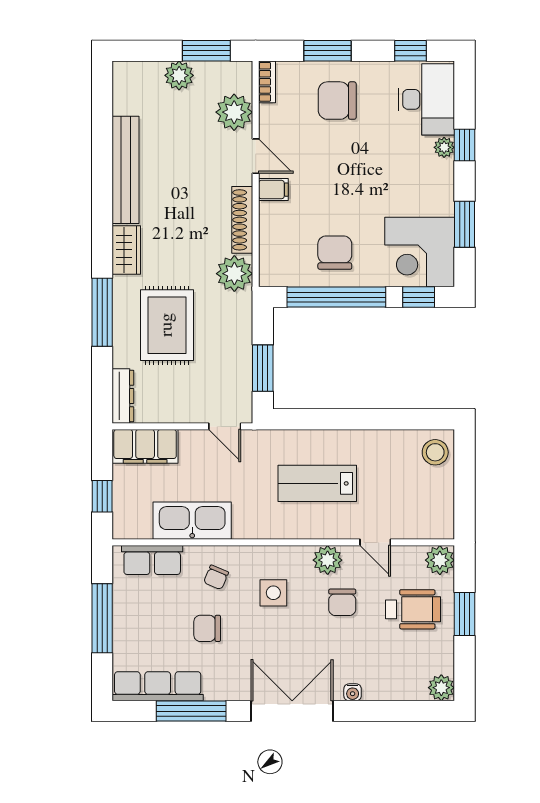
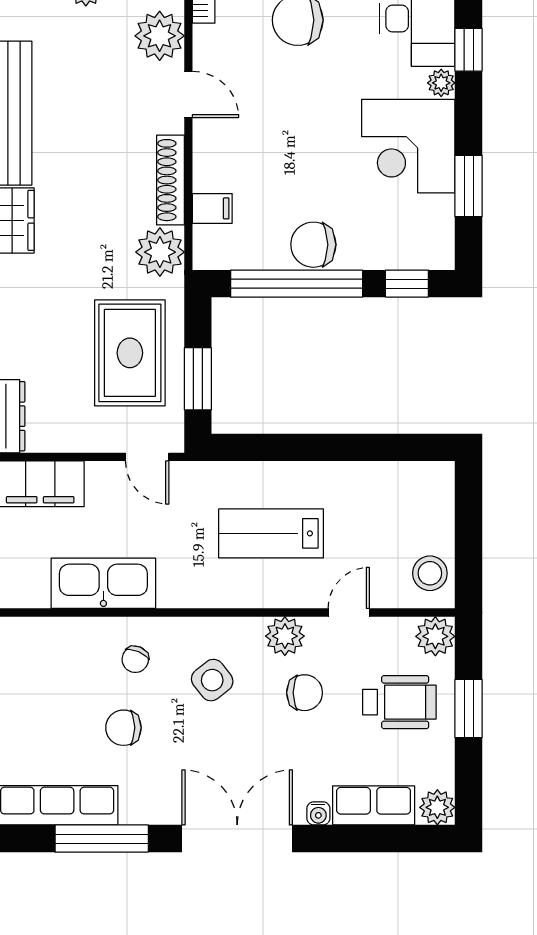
window: (465, 145) -> (469, 50), moved
filing cabinet: (273, 190) -> (212, 208), moved
corner desk: (420, 252) -> (408, 146), moved
chair: (335, 253) -> (313, 245), moved, turned -90
rug: (167, 325) -> (130, 353), moved
stool: (435, 452) -> (430, 573), moved
door: (375, 542) -> (349, 612), swing flipped
row of seats: (152, 560) -> (374, 805), moved, turned 180
side table: (273, 593) -> (212, 680), turned -38
chair: (342, 602) -> (305, 693), turned -90

